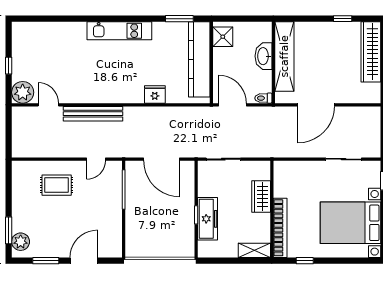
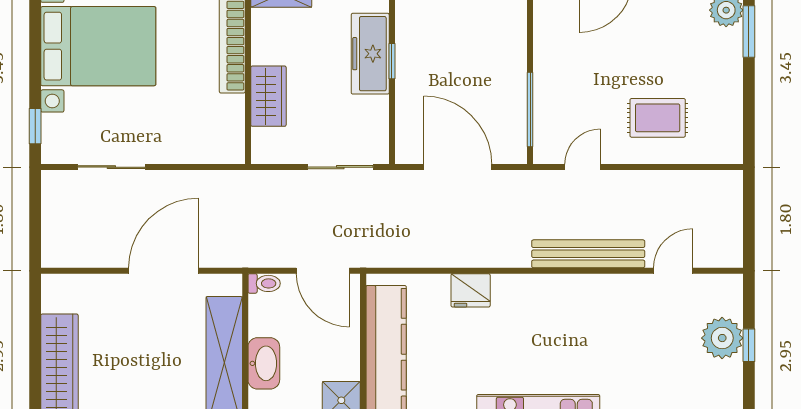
plant: (23, 92) -> (722, 338), moved
door: (48, 105) -> (673, 271), swing flipped

